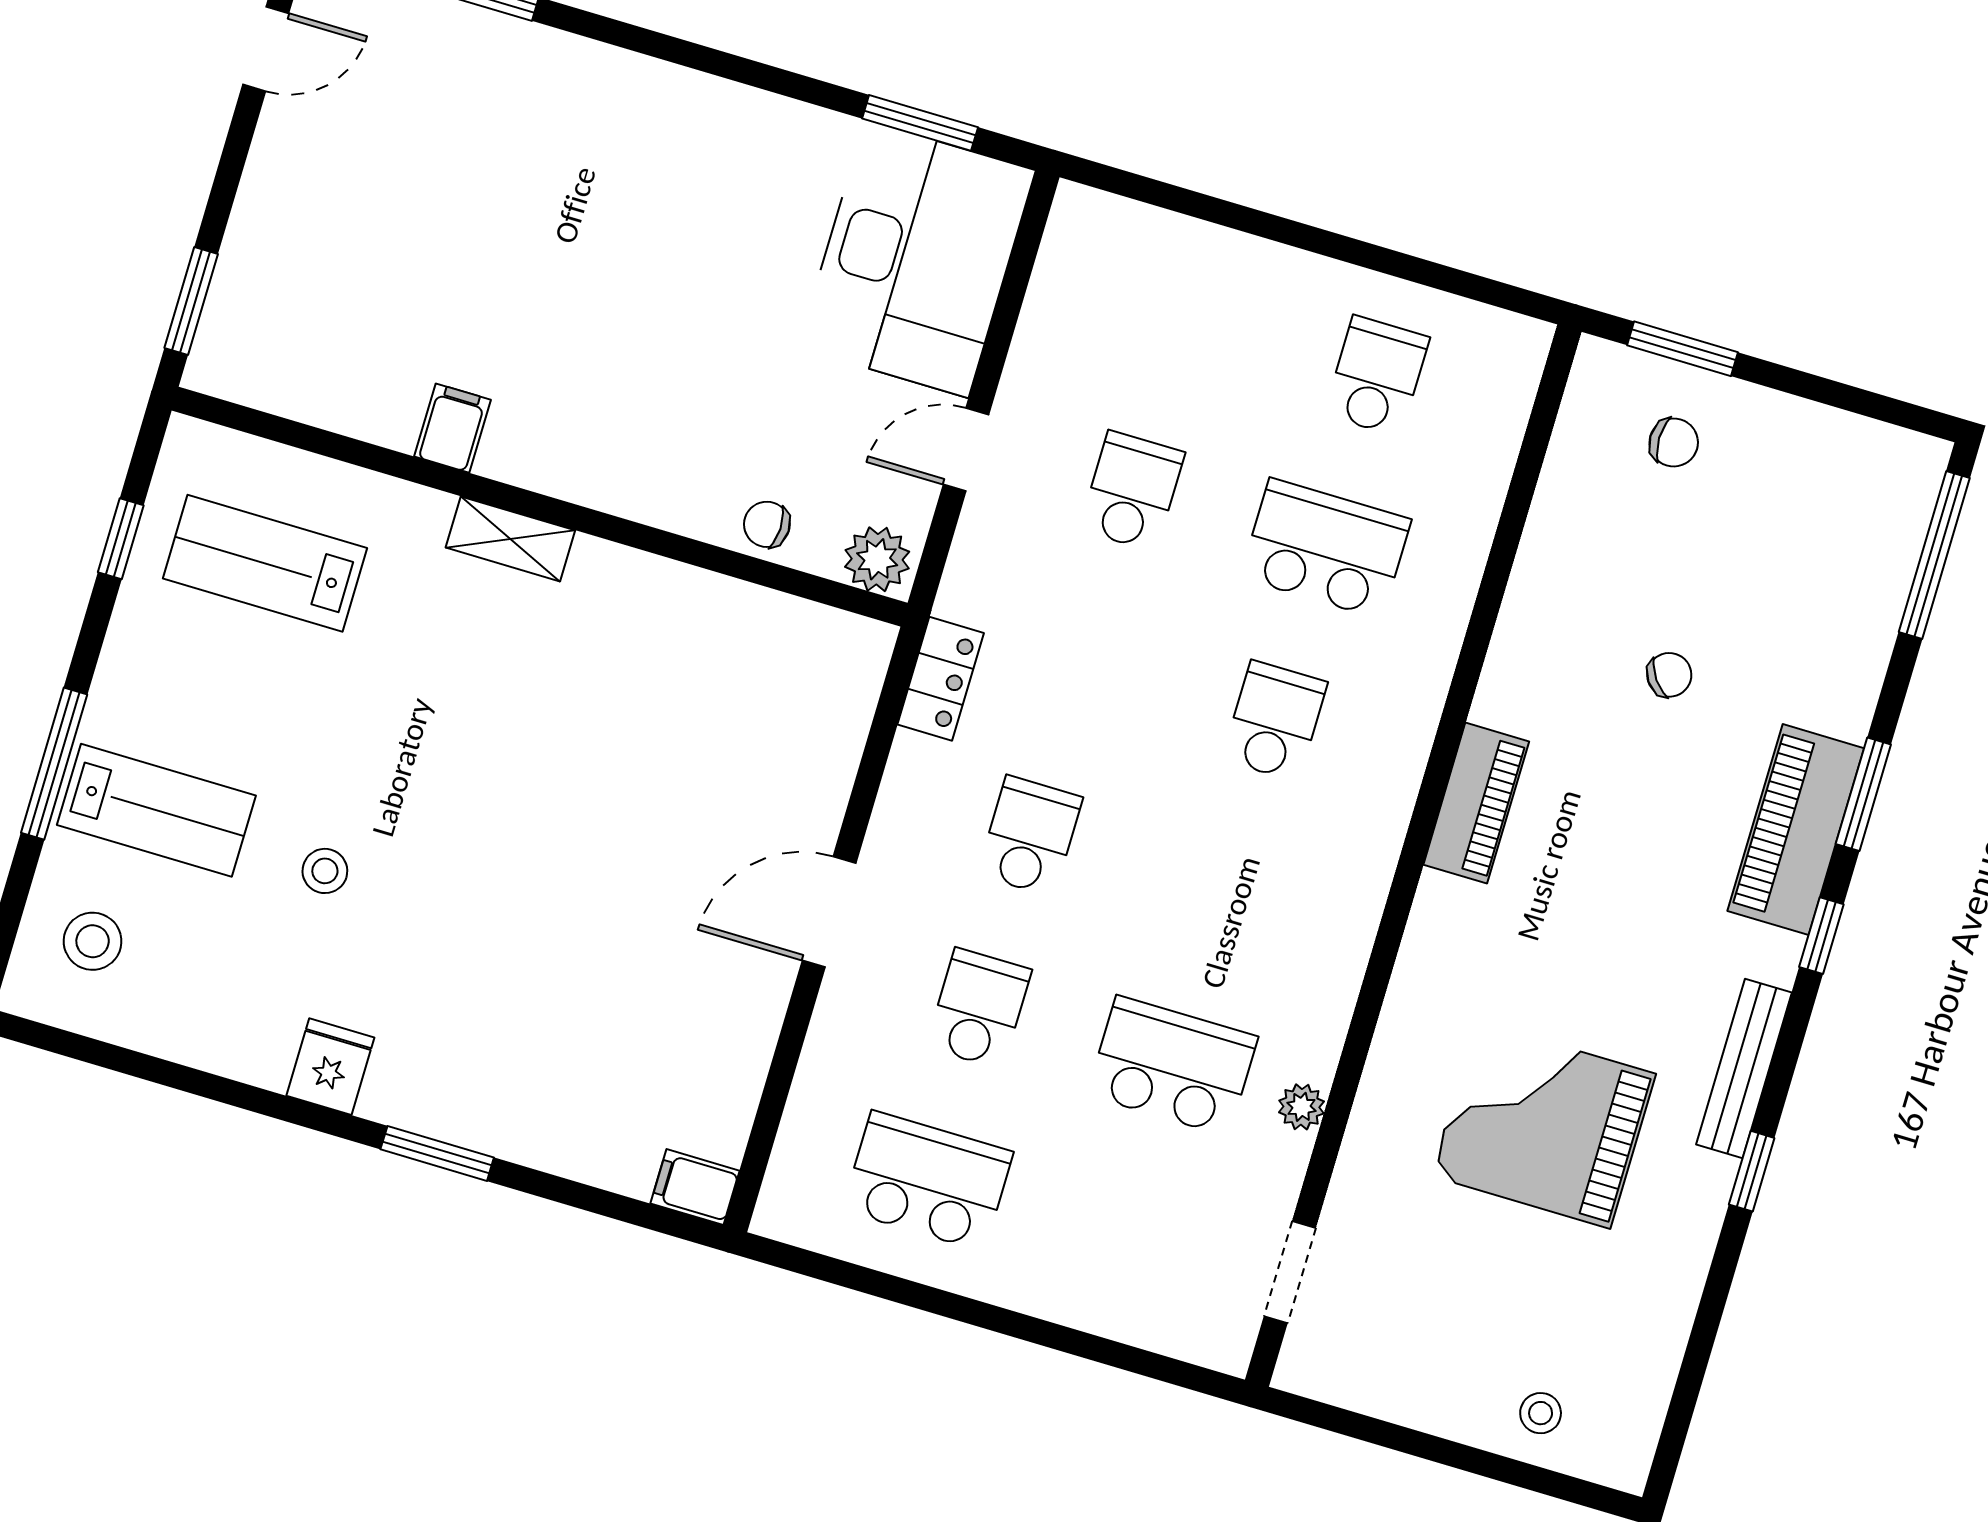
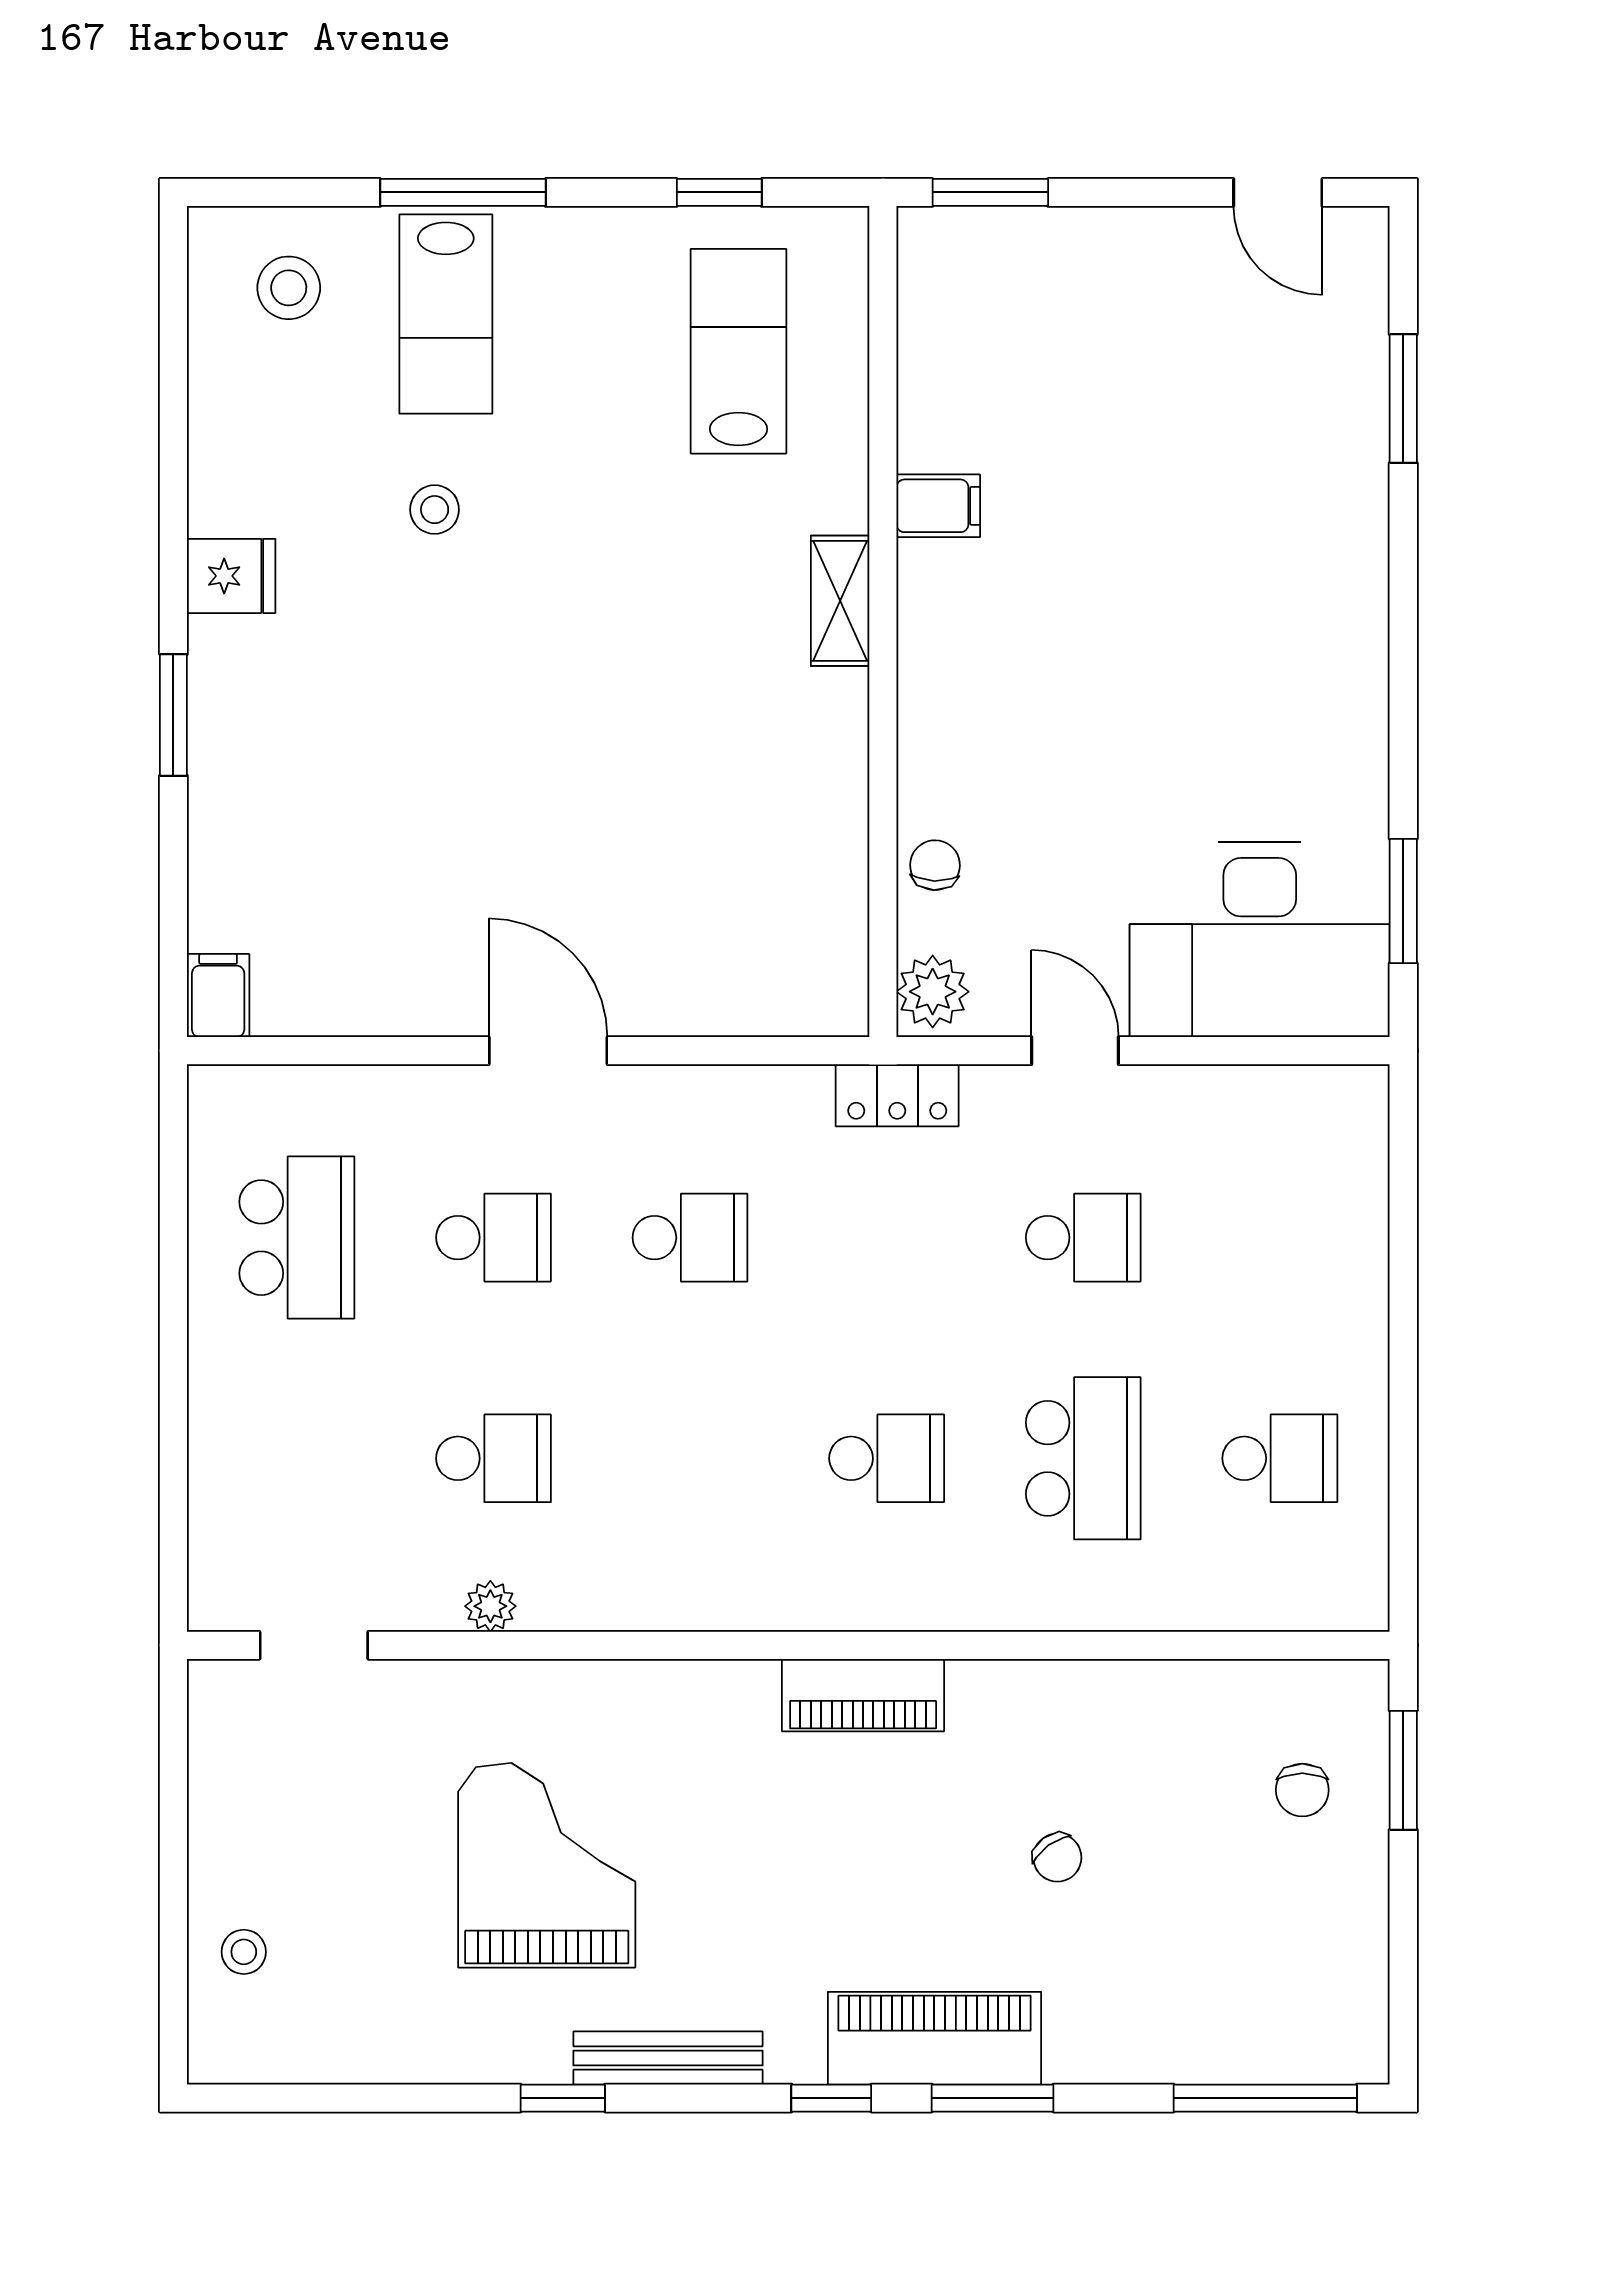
locker: (941, 679) -> (897, 1095), moved
school desk: (1172, 1066) -> (493, 1458), width x0.54

